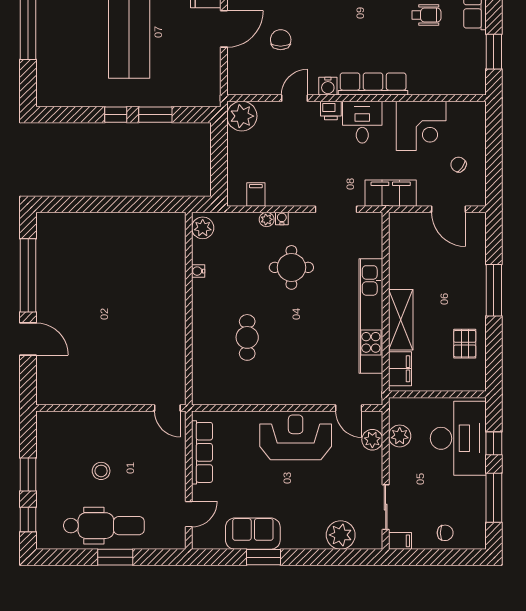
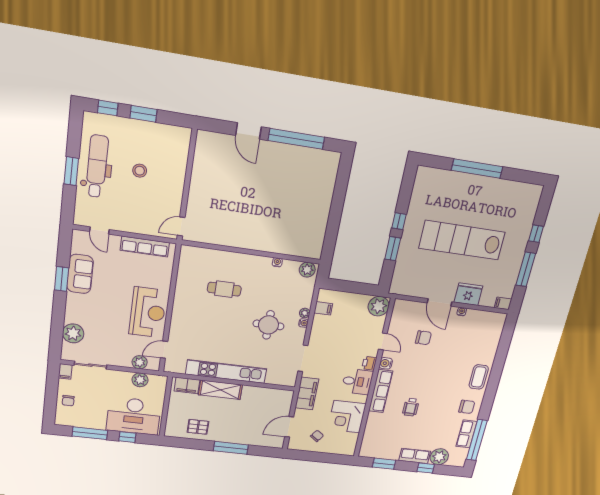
wheelchair: (426, 15) -> (411, 407), moved
door: (28, 339) -> (249, 131), hinge flipped
dental chair: (104, 526) -> (97, 166), turned 180

